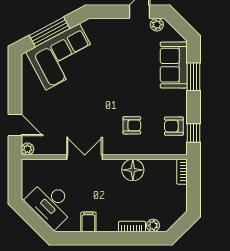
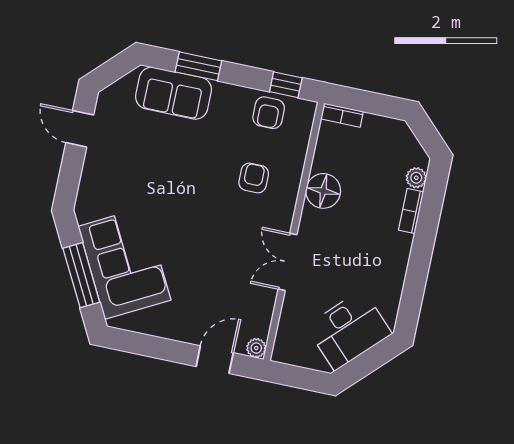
plant: (157, 25) -> (105, 106), removed
filing cabinet: (88, 222) -> (390, 277), removed

